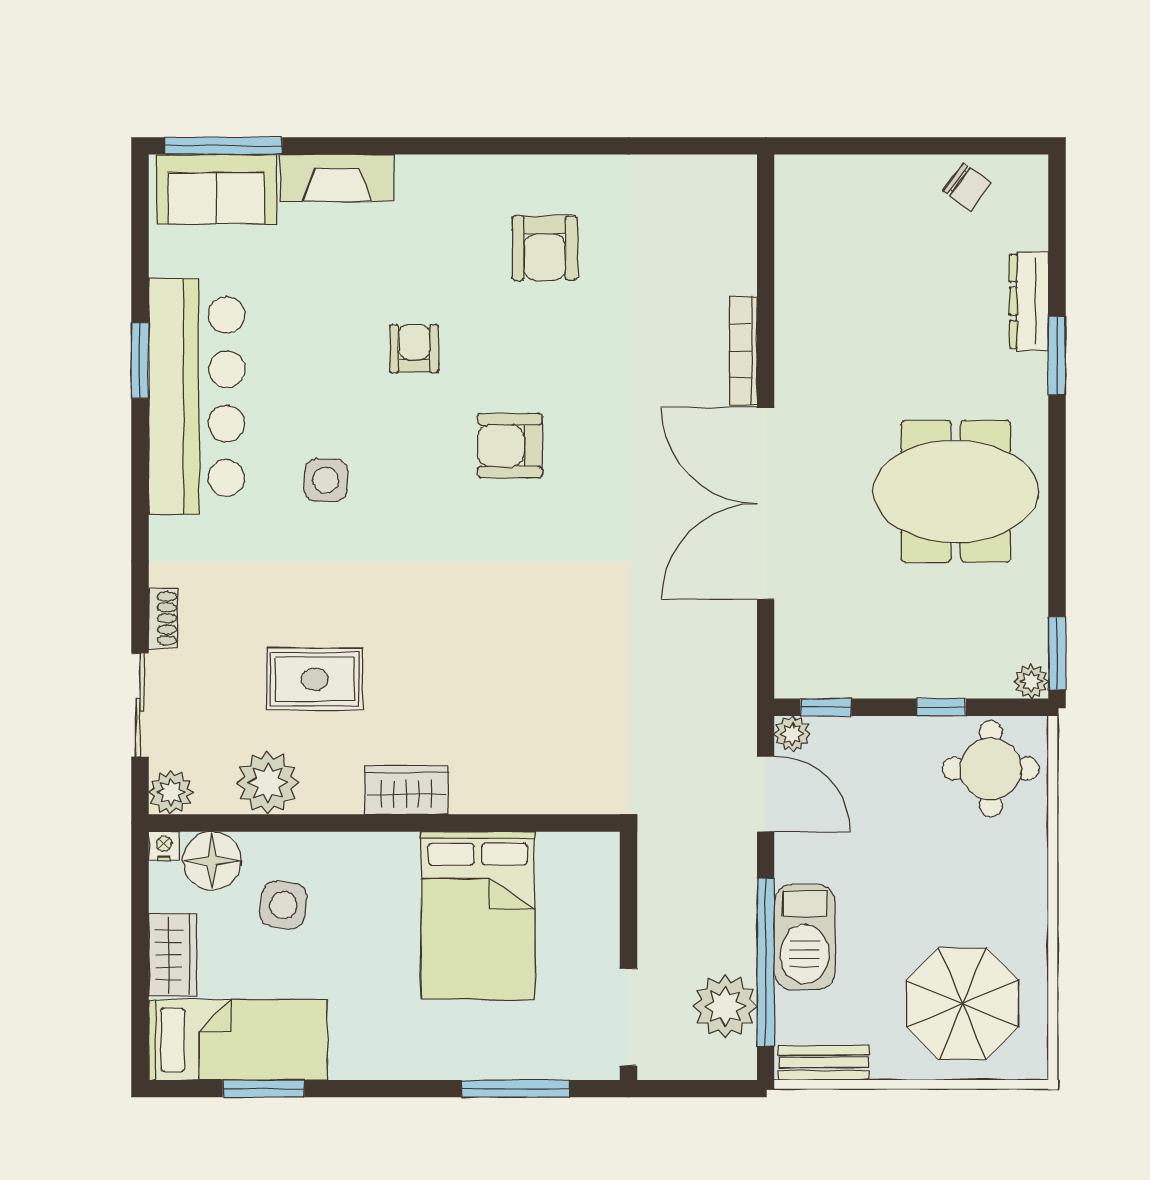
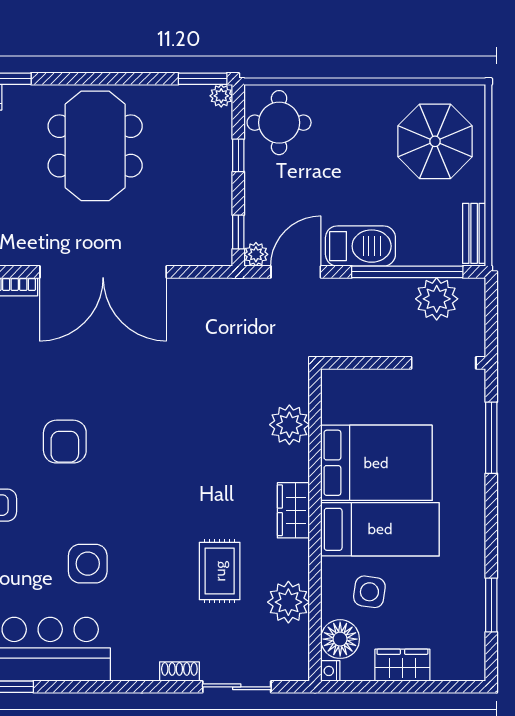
side table: (326, 480) -> (88, 564), width x1.37, depth x1.37
plant: (171, 792) -> (289, 425), moved, width x1.36, depth x1.36
barbecue: (805, 937) -> (360, 246), moved
bed: (238, 1040) -> (380, 529), moved, turned 90

